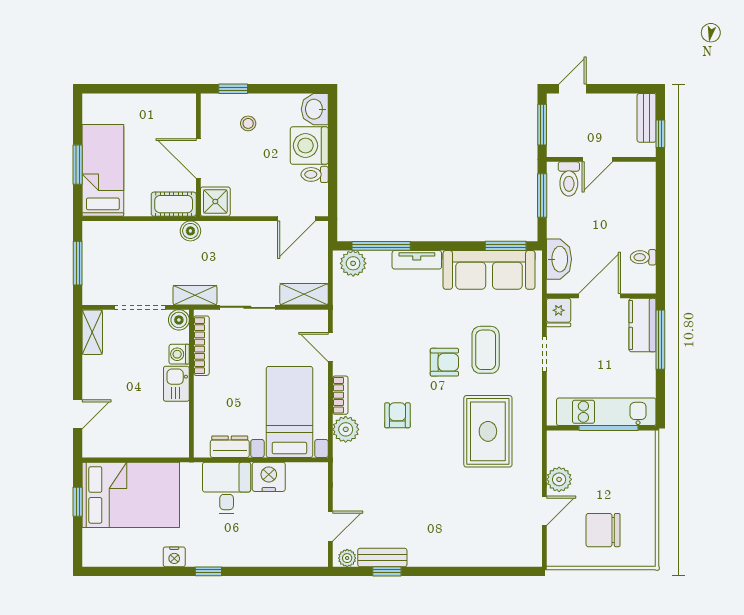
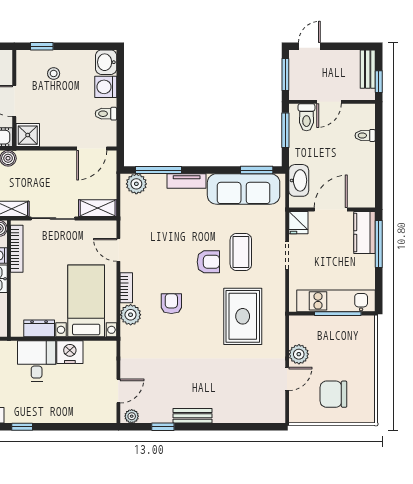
washing machine: (309, 146) -> (106, 87), width x0.73, depth x0.73
toilet: (643, 257) -> (365, 135), moved
bench: (382, 558) -> (193, 416), moved

